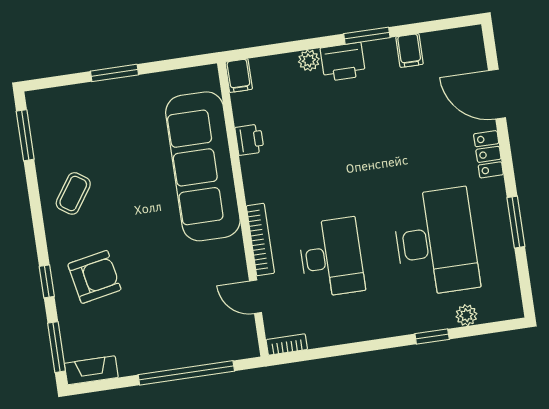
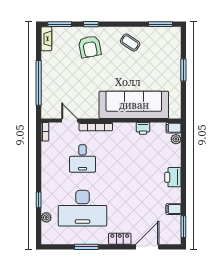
window: (367, 36) -> (183, 227), moved
plant: (309, 60) -> (176, 139), moved
desk: (331, 257) -> (83, 158), width x0.73
door: (256, 297) -> (69, 120), hinge flipped

